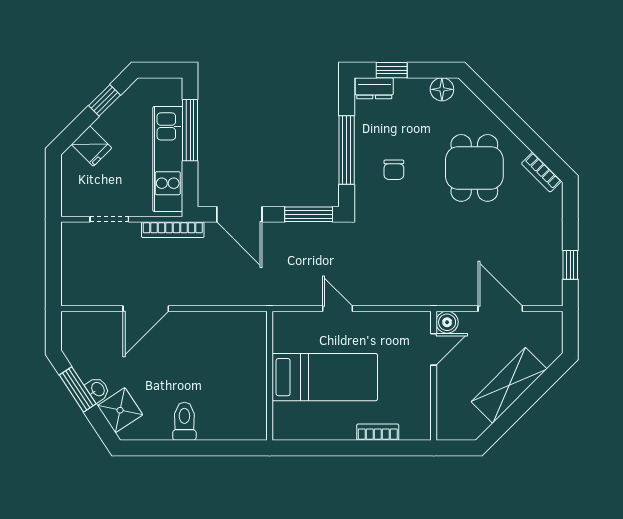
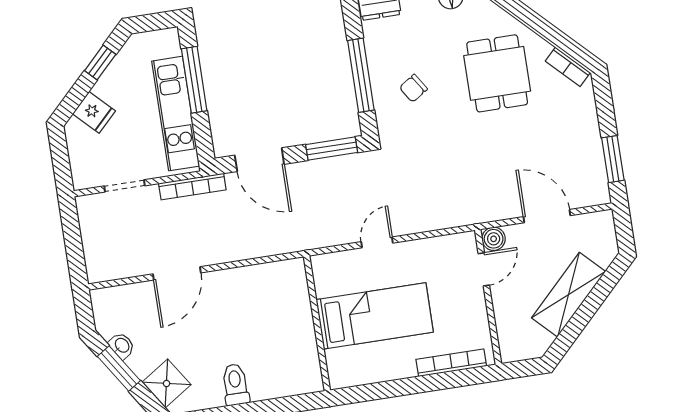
chair: (394, 170) -> (413, 88), turned 57
window: (570, 265) -> (613, 159), width x1.50
door: (337, 309) -> (377, 242), hinge flipped
washbasin: (98, 389) -> (122, 346), moved
bookcase: (378, 432) -> (451, 363), width x1.56

